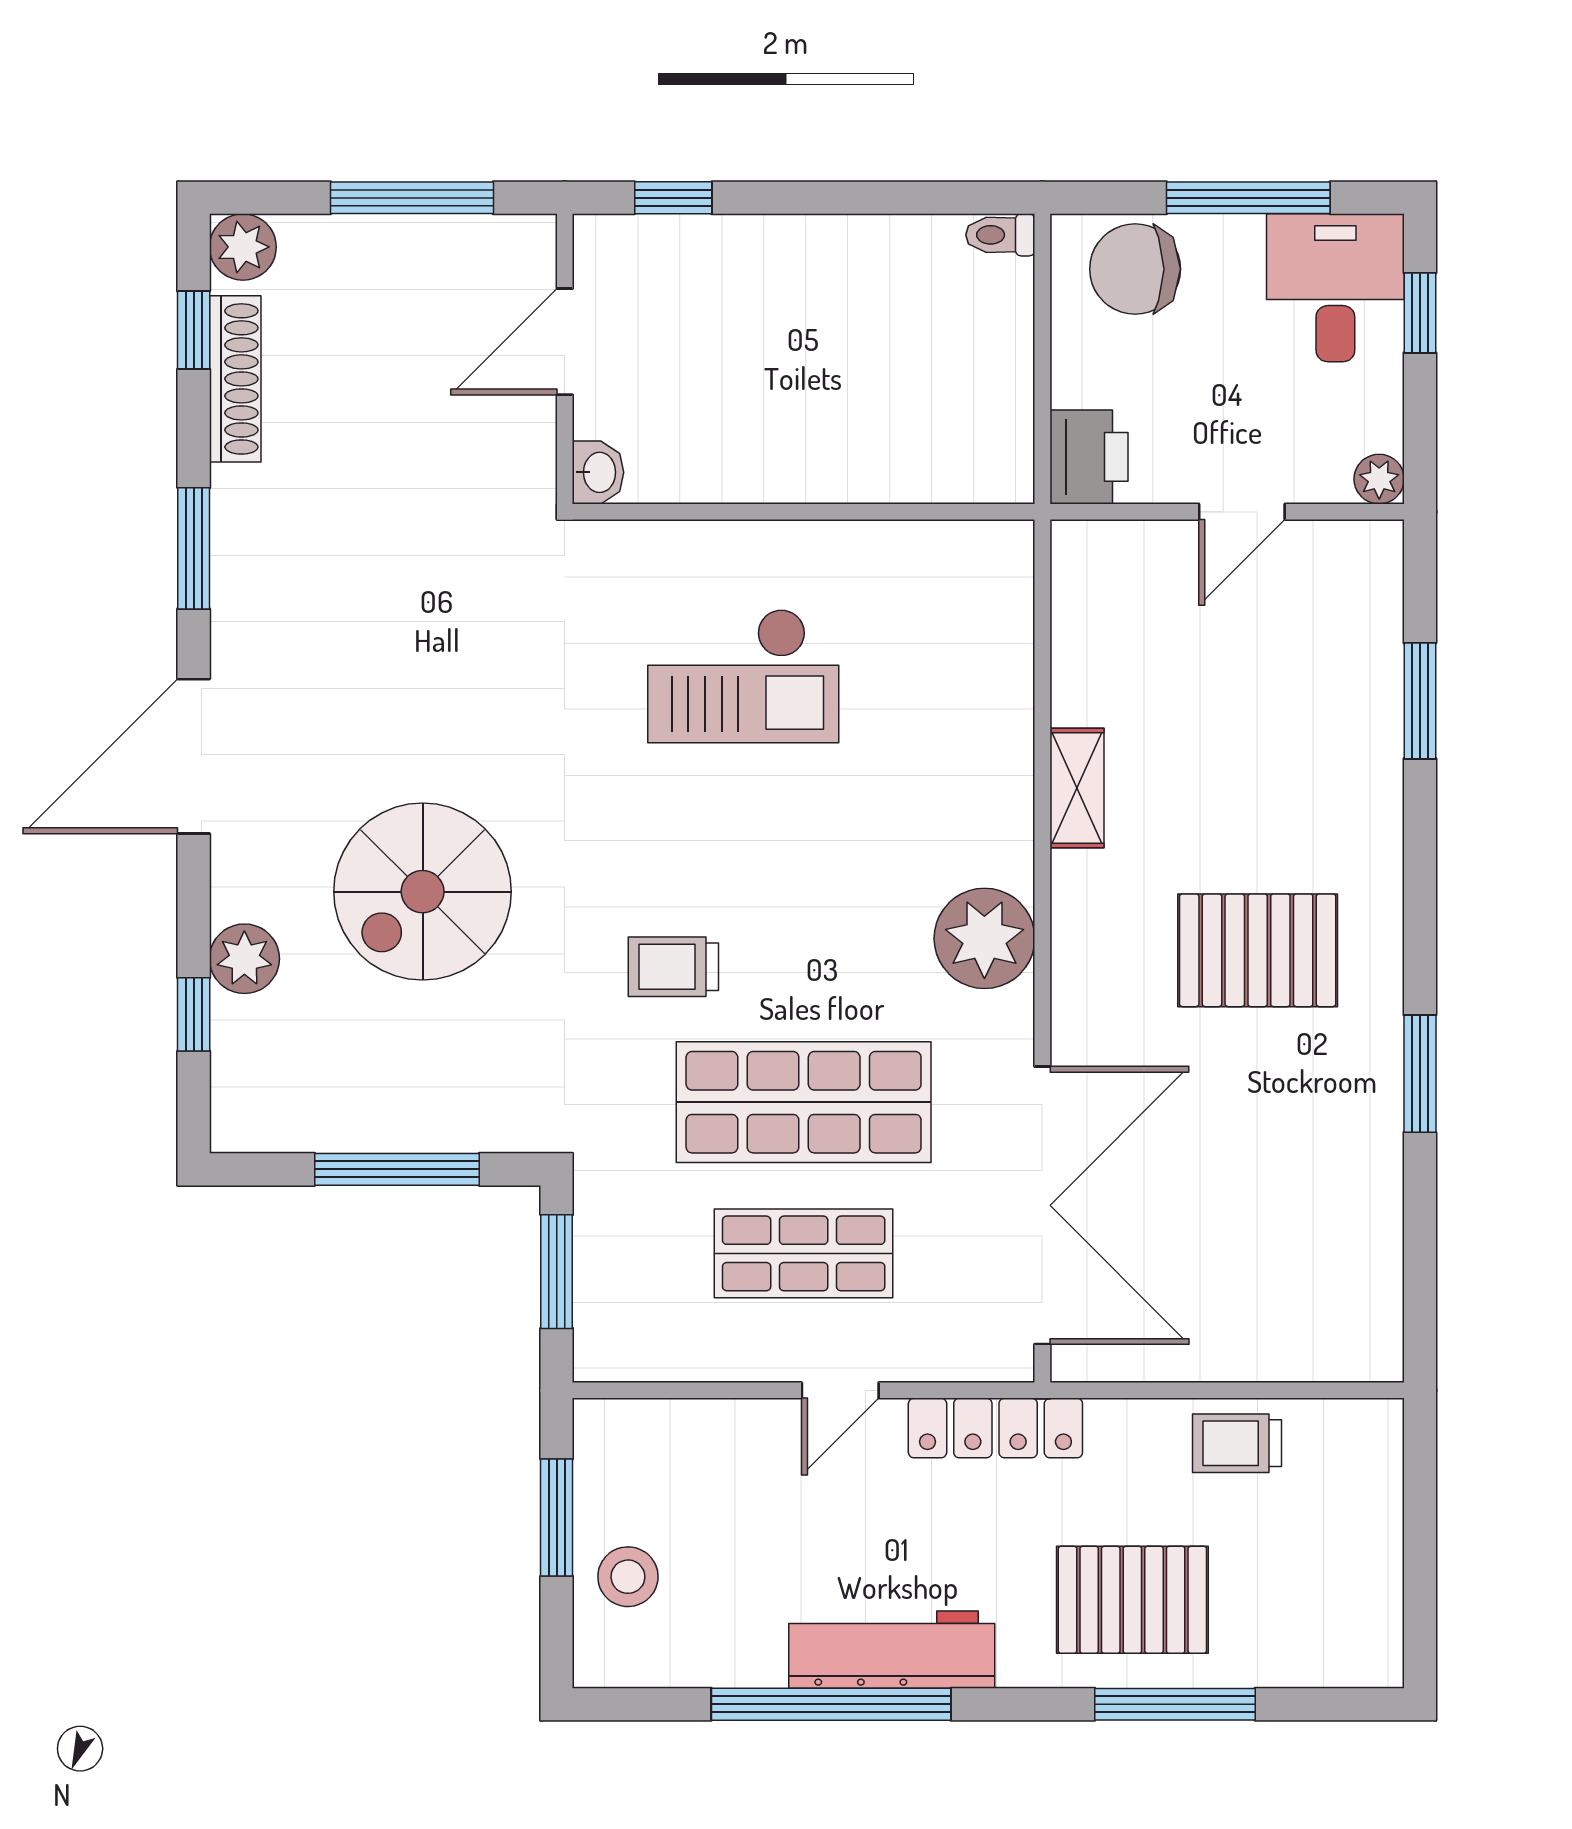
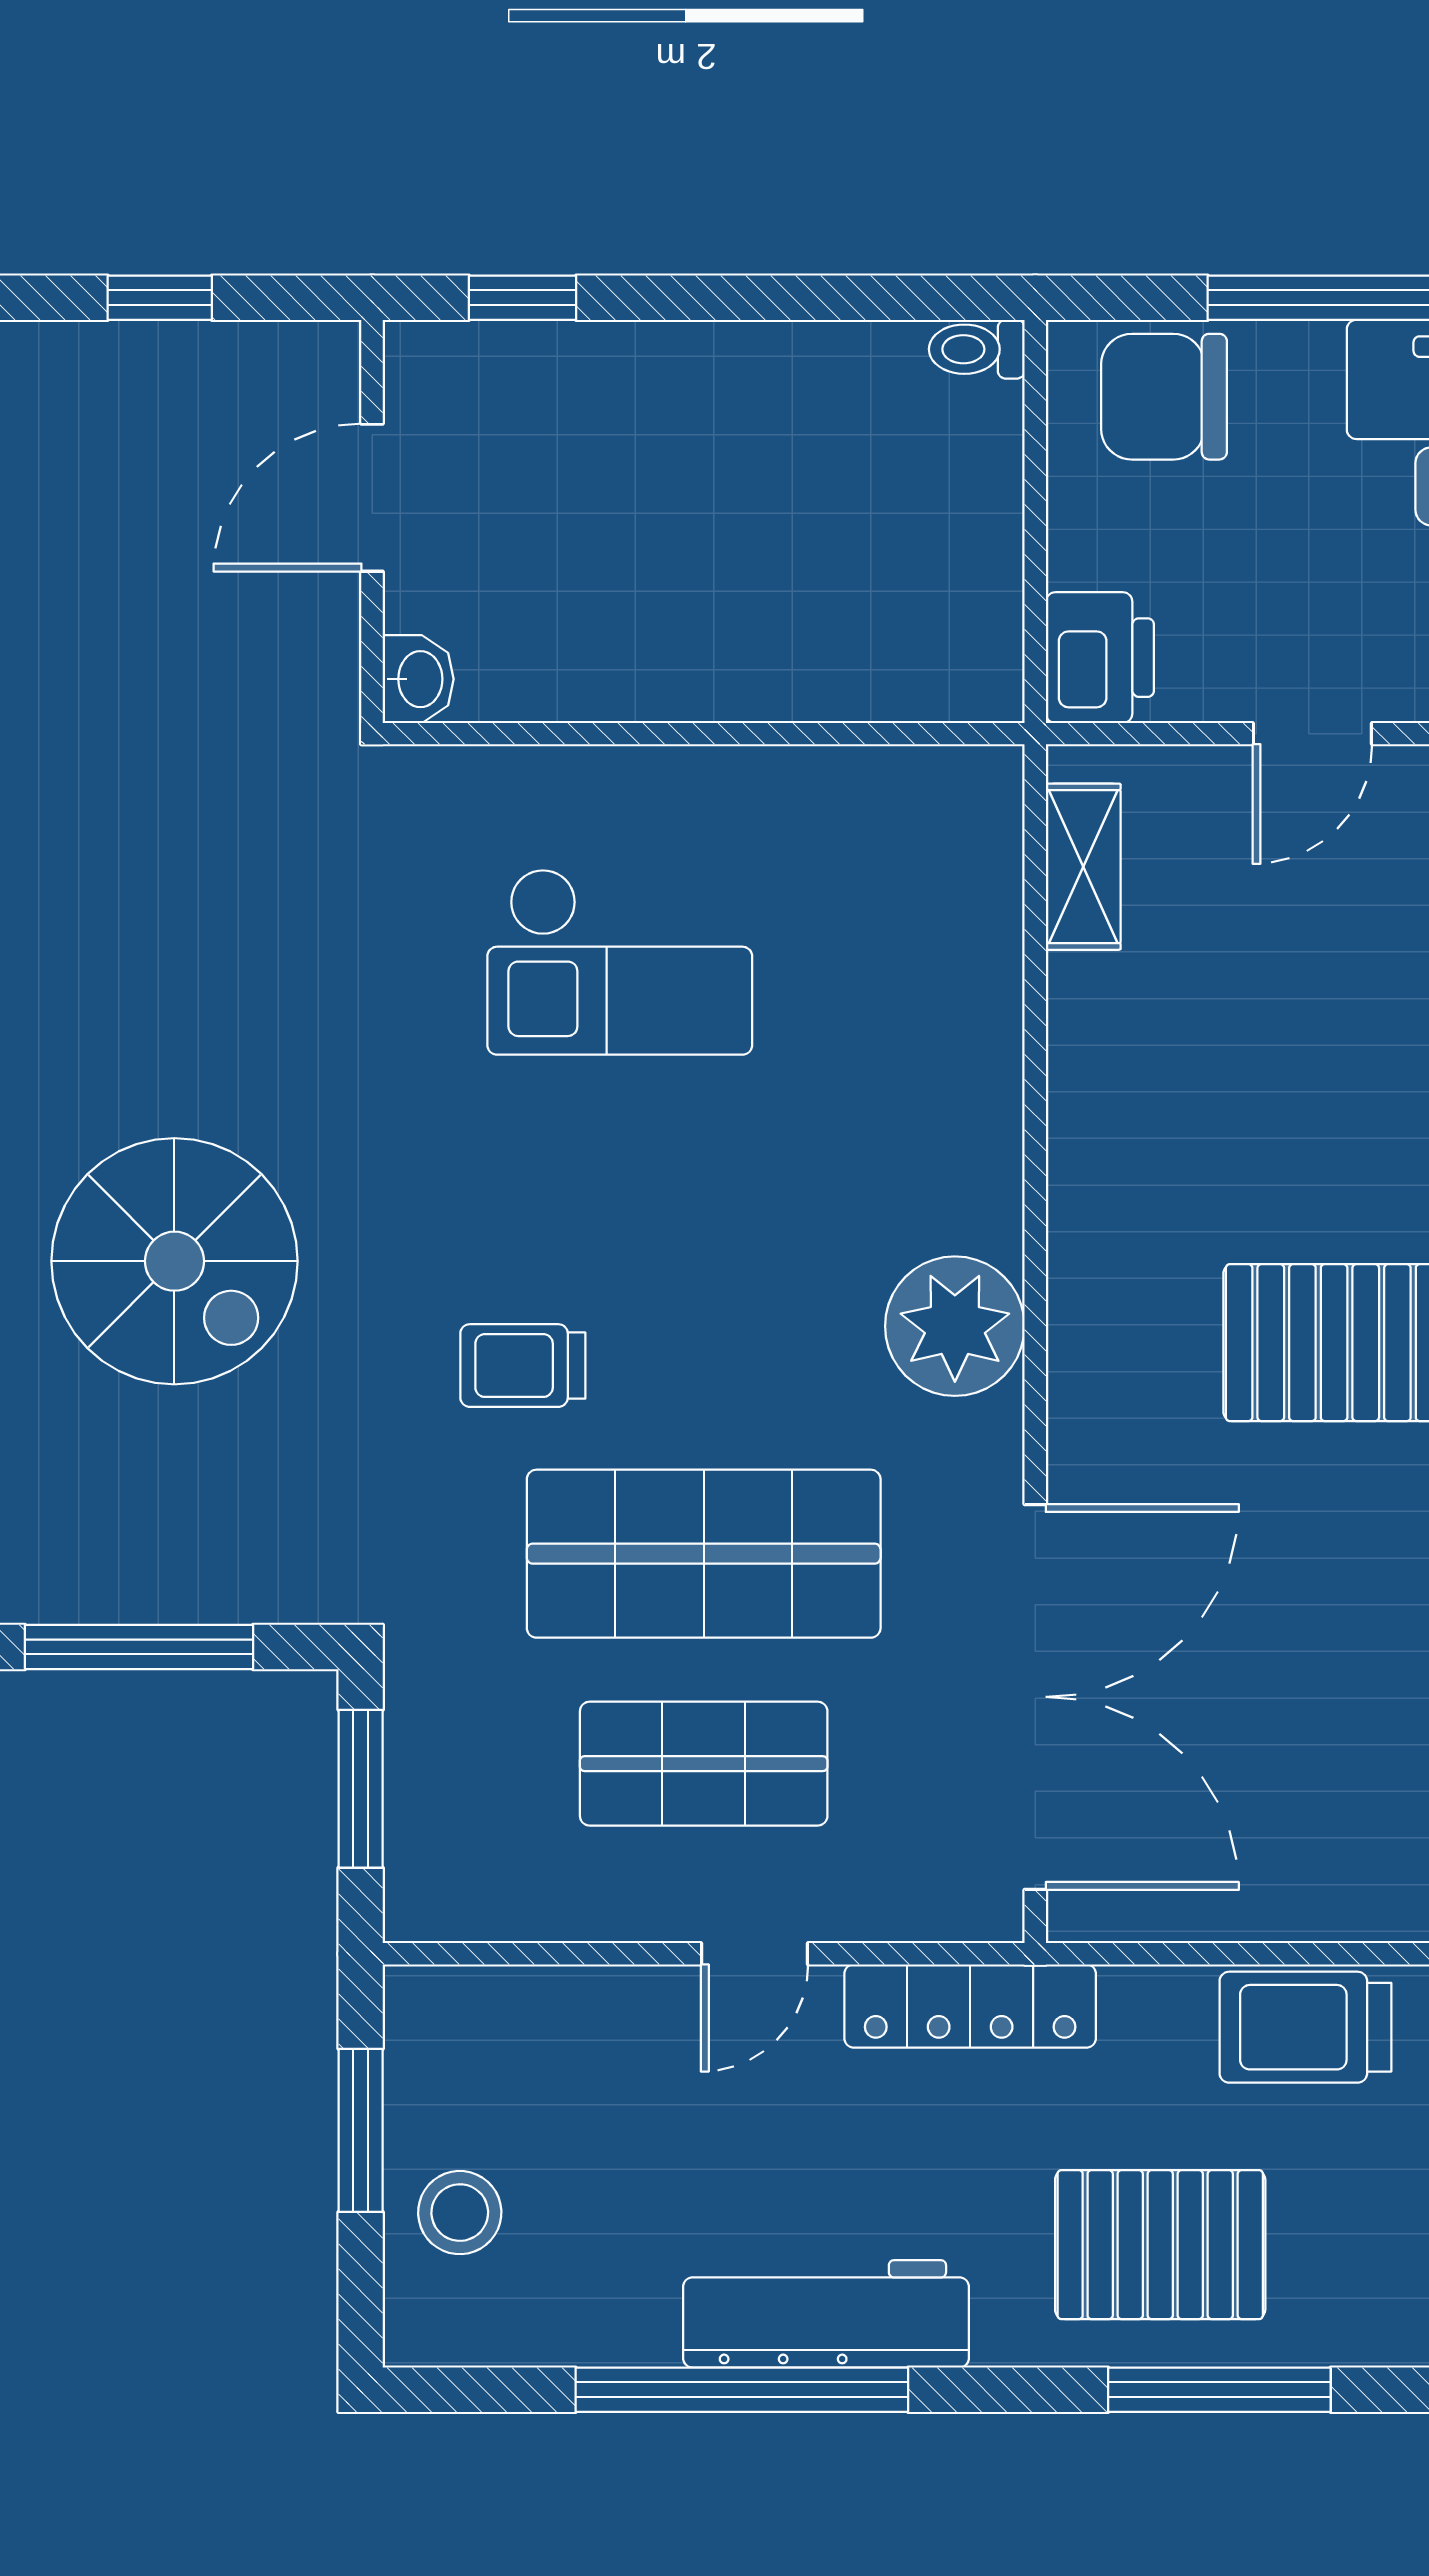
window: (412, 198) -> (160, 298), width x0.46
shelving: (1077, 788) -> (1083, 867), moved
spiral stairs: (423, 892) -> (174, 1261), turned -90
trolley: (1237, 1443) -> (1305, 2027), width x1.36, depth x1.39

